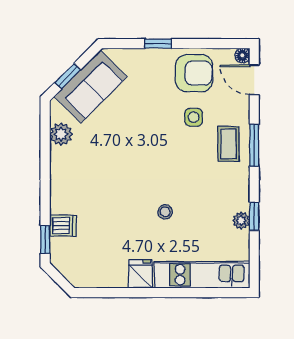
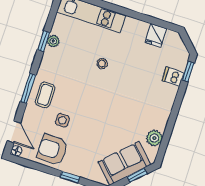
fridge: (141, 274) -> (156, 35), moved

